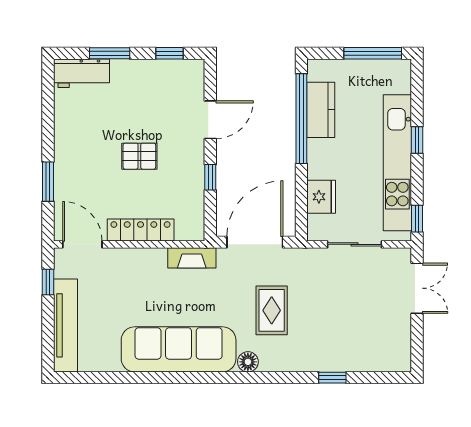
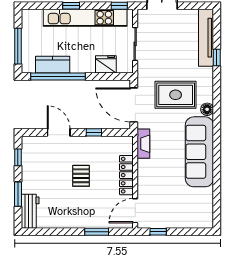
window: (373, 53) -> (18, 46), moved
rug: (272, 310) -> (176, 95), width x1.36, depth x1.43
tv unit: (66, 325) -> (206, 38), moved, turned -90

